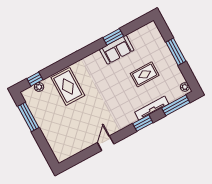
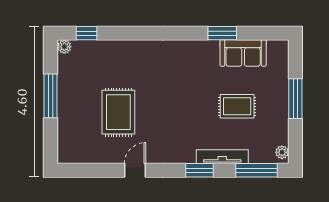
sofa: (117, 50) -> (243, 53), moved
rug: (68, 86) -> (118, 112), moved
plant: (39, 87) -> (64, 47), moved
window: (28, 117) -> (51, 96), moved

